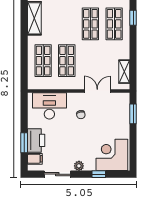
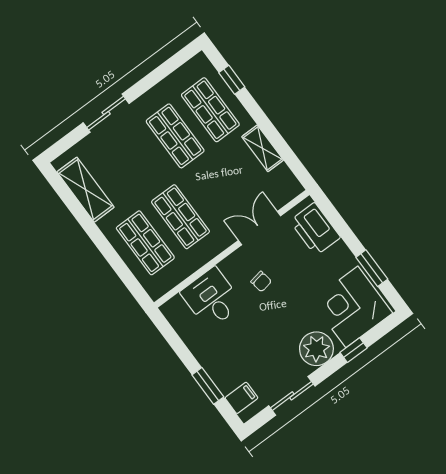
shelving: (124, 72) -> (263, 148), moved
desk: (49, 106) -> (212, 298), width x0.73
window: (133, 114) -> (372, 268), moved
printer: (36, 140) -> (315, 229), moved, turned 180
plant: (79, 166) -> (316, 349), width x1.87, depth x1.87

